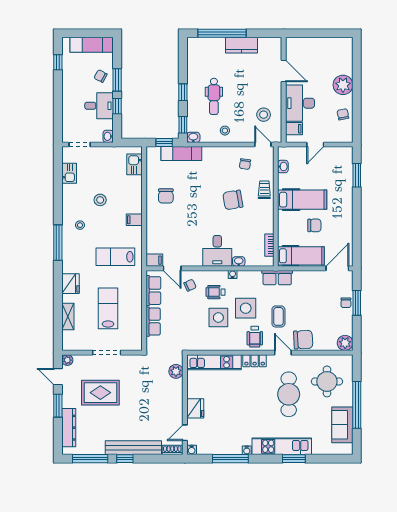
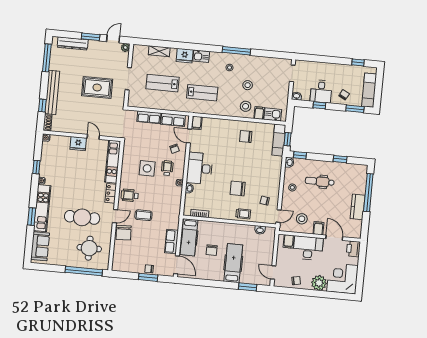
printer: (295, 45) -> (353, 249), added
corner desk: (334, 56) -> (342, 278), added
door: (284, 71) -> (334, 238), swing flipped
window: (117, 80) -> (355, 109), moved
window: (183, 92) -> (340, 159), moved
filing cabinet: (274, 92) -> (318, 228), added
door: (315, 144) -> (273, 272), moved
exam couch: (181, 154) -> (279, 140), moved
kitchen sink: (69, 173) -> (201, 56), moved
stool: (127, 200) -> (246, 106), added
chair: (233, 200) -> (238, 188), turned -80
hospital bed: (302, 200) -> (233, 263), moved, turned 180
filing cabinet: (134, 220) -> (259, 113), moved
window: (58, 243) -> (236, 51), moved
desk: (217, 251) -> (200, 168), width x1.37
lab bench: (115, 257) -> (202, 93), turned 90
door: (172, 268) -> (189, 136), hinge flipped
row of seats: (277, 278) -> (172, 242), moved
lab bench: (108, 308) -> (163, 83), turned 180
side table: (246, 308) -> (152, 190), removed
plant: (345, 343) -> (118, 265), removed
plant: (176, 371) -> (108, 131), removed
rug: (100, 393) -> (97, 88), moved, turned 90
window: (357, 405) -> (84, 271), moved
sofa: (342, 425) -> (40, 246), moved, turned 90
door: (185, 433) -> (93, 137), moved
window: (125, 459) -> (42, 105), moved
window: (230, 459) -> (36, 167), width x0.46

